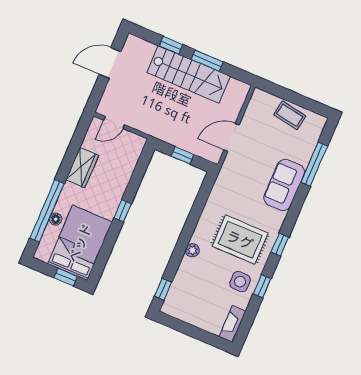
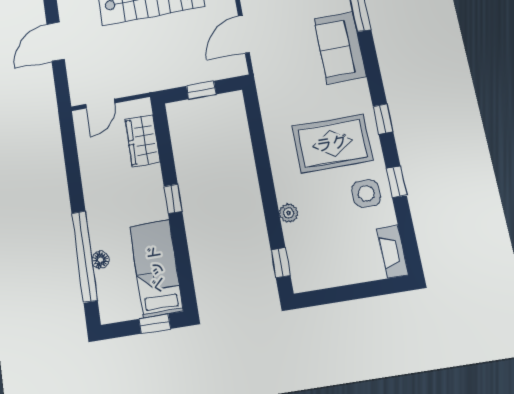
wardrobe: (82, 168) -> (143, 141), moved, turned 180
bed: (80, 243) -> (156, 269), width x0.67
plant: (192, 250) -> (289, 213), moved

